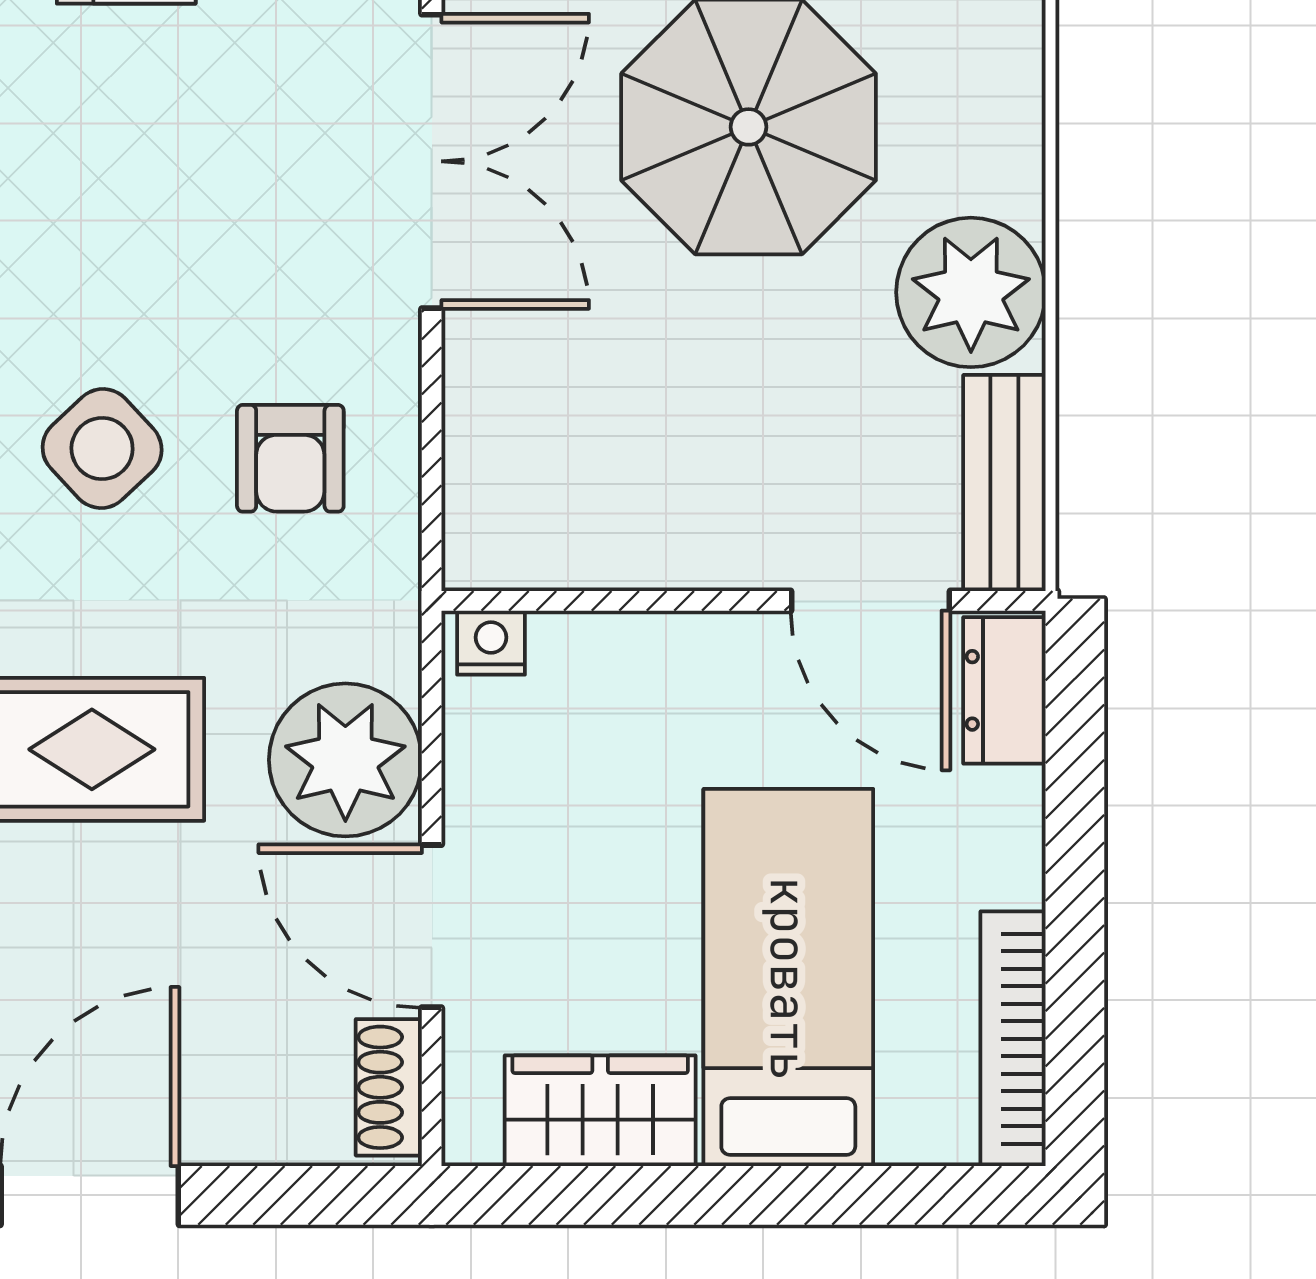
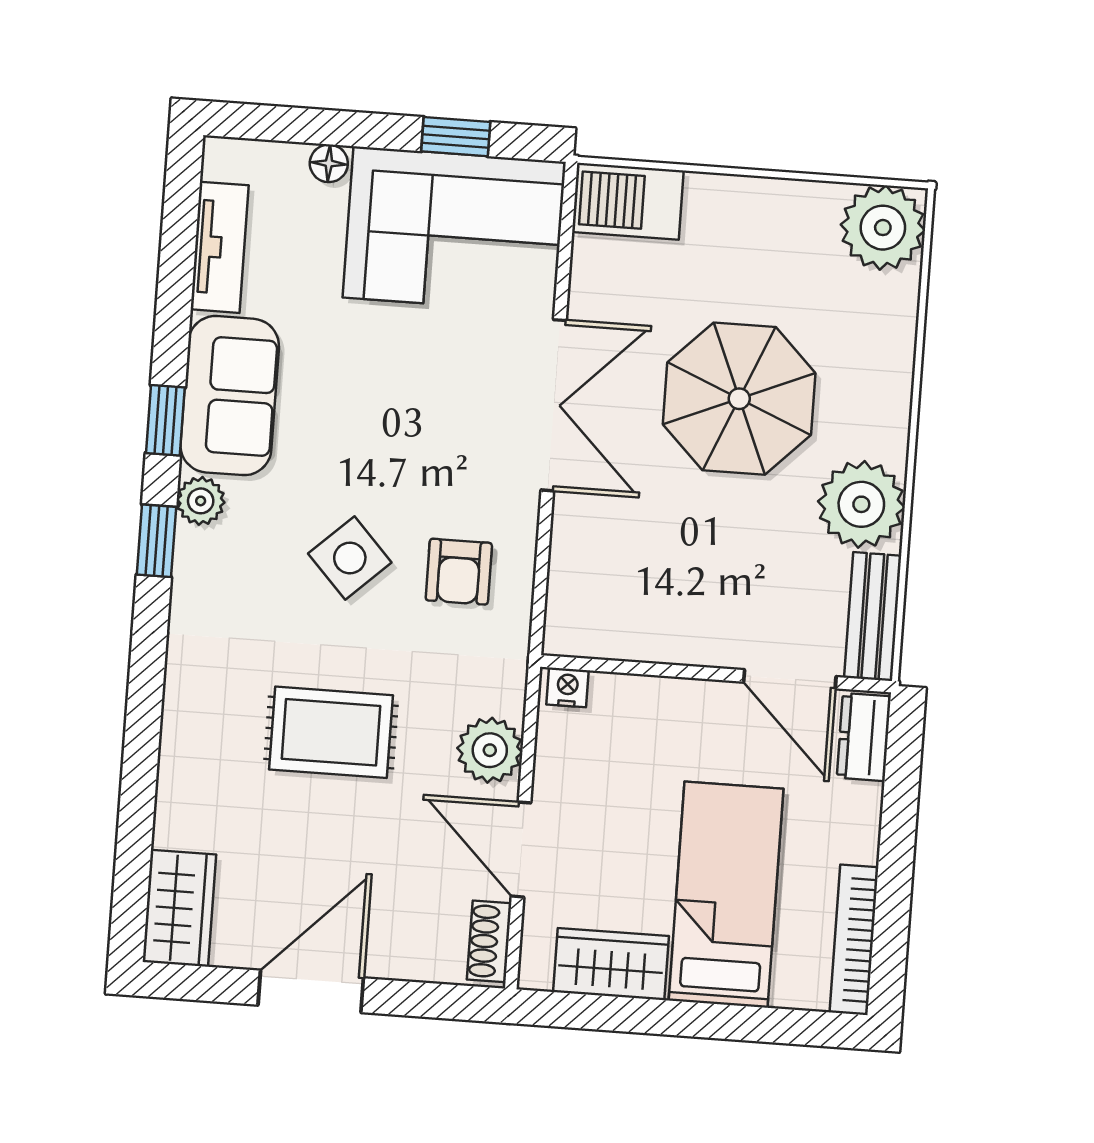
plant: (345, 760) -> (490, 750), width x0.73, depth x0.73

